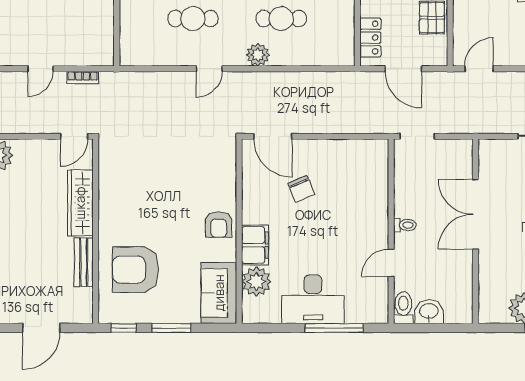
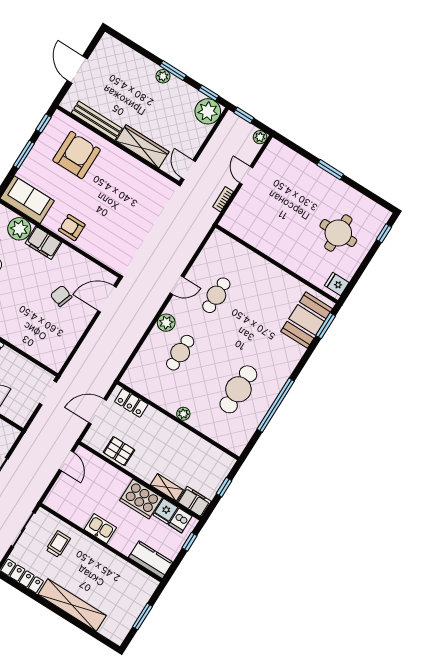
door: (209, 69) -> (177, 285), swing flipped
chair: (301, 189) -> (61, 296), turned 42
bench: (84, 262) -> (97, 121), width x1.36

